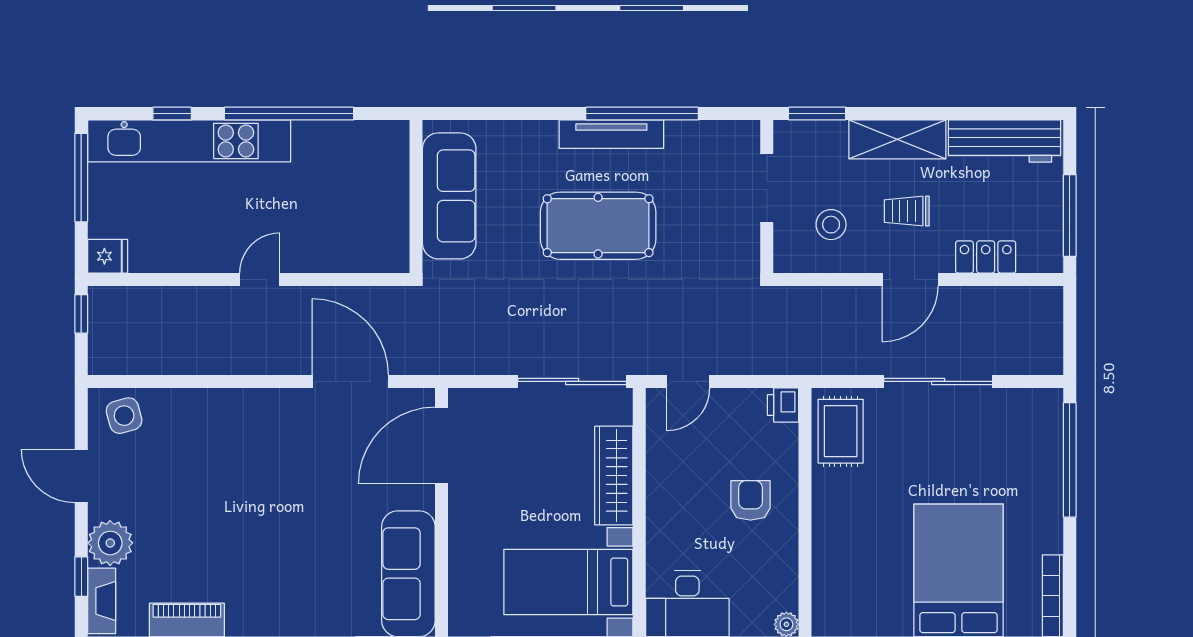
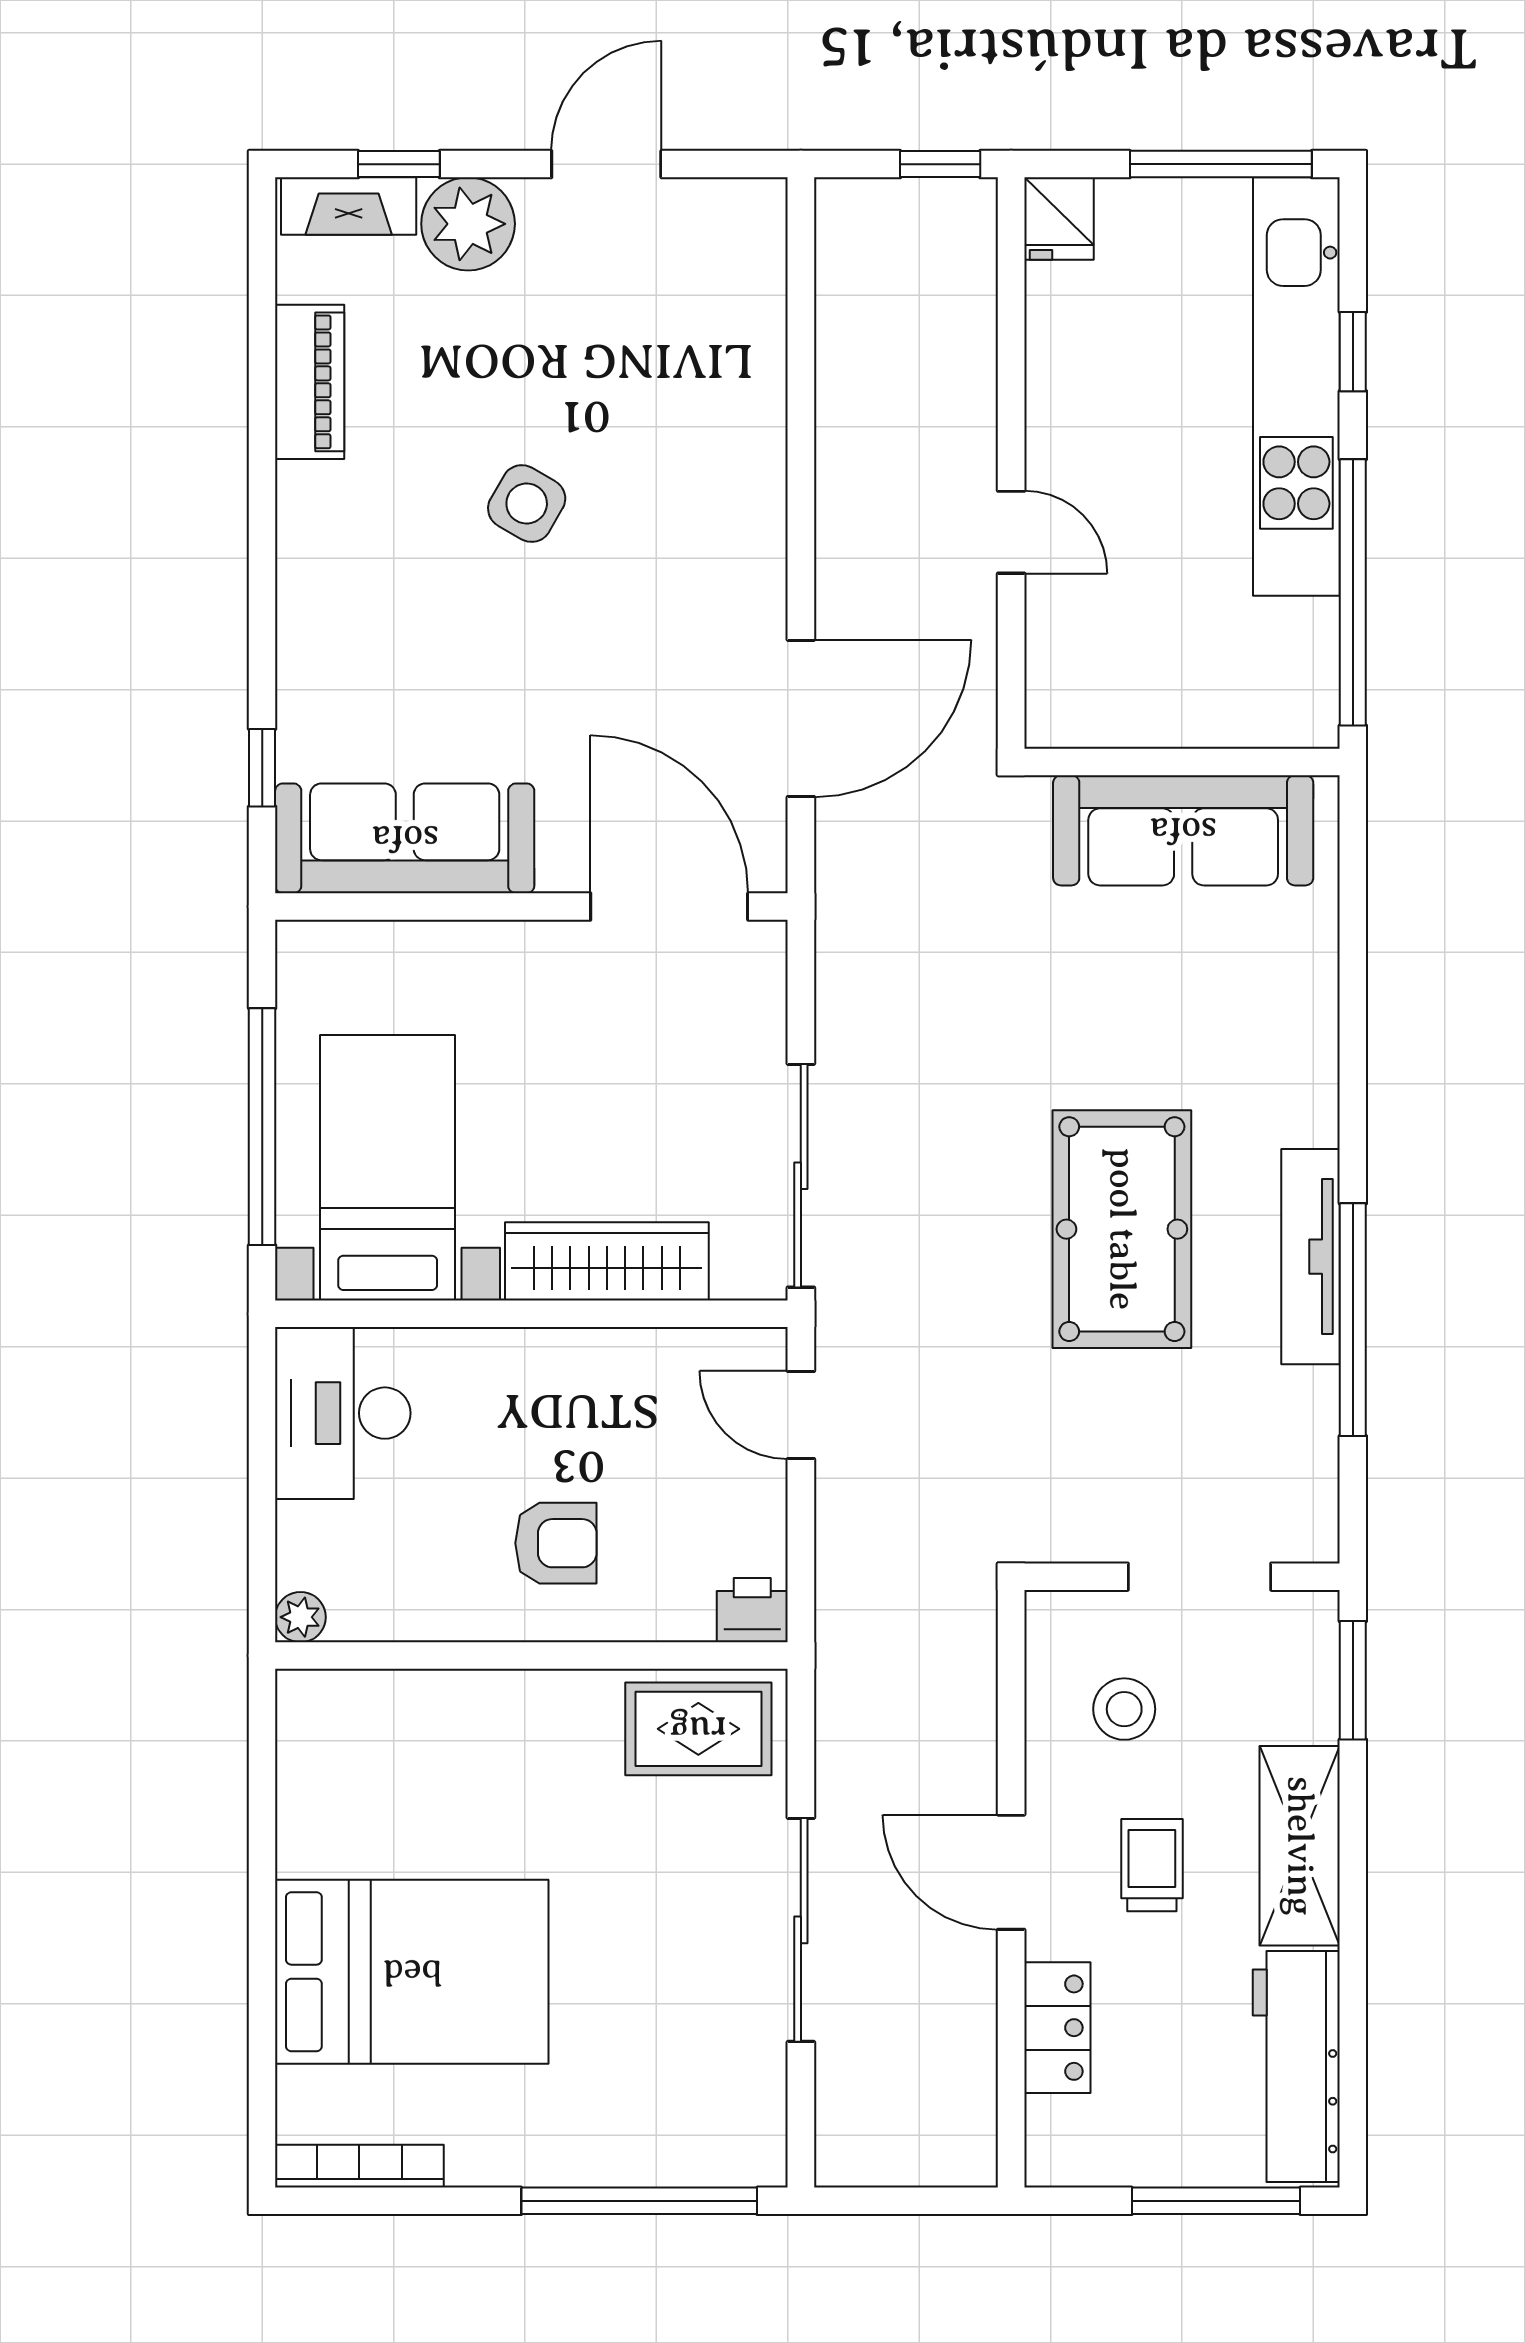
sofa: (449, 196) -> (1183, 830), moved
wall: (416, 197) -> (1182, 762), moved
window: (1070, 216) -> (1216, 2201), moved
side table: (124, 416) -> (527, 504), moved, turned 45

